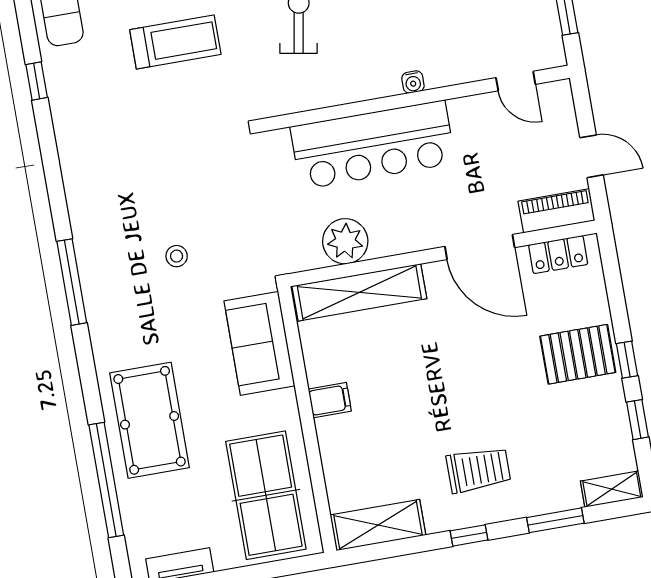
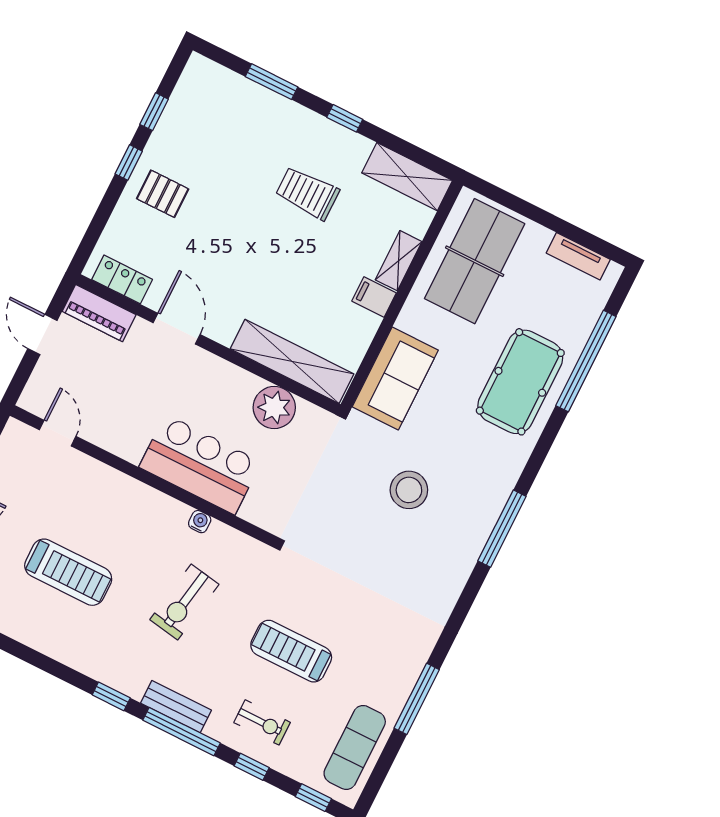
window: (37, 81) -> (417, 699), width x2.17
water cooler: (413, 82) -> (200, 522), moved
bar counter: (373, 145) -> (200, 464), width x0.73
door: (480, 247) -> (177, 329), width x0.73
stool: (177, 256) -> (409, 490), width x1.89, depth x1.89
pallet: (578, 354) -> (163, 194), width x0.67, depth x0.71
trolley: (478, 470) -> (307, 193), moved
shelving: (612, 489) -> (399, 261), moved, turned 90

